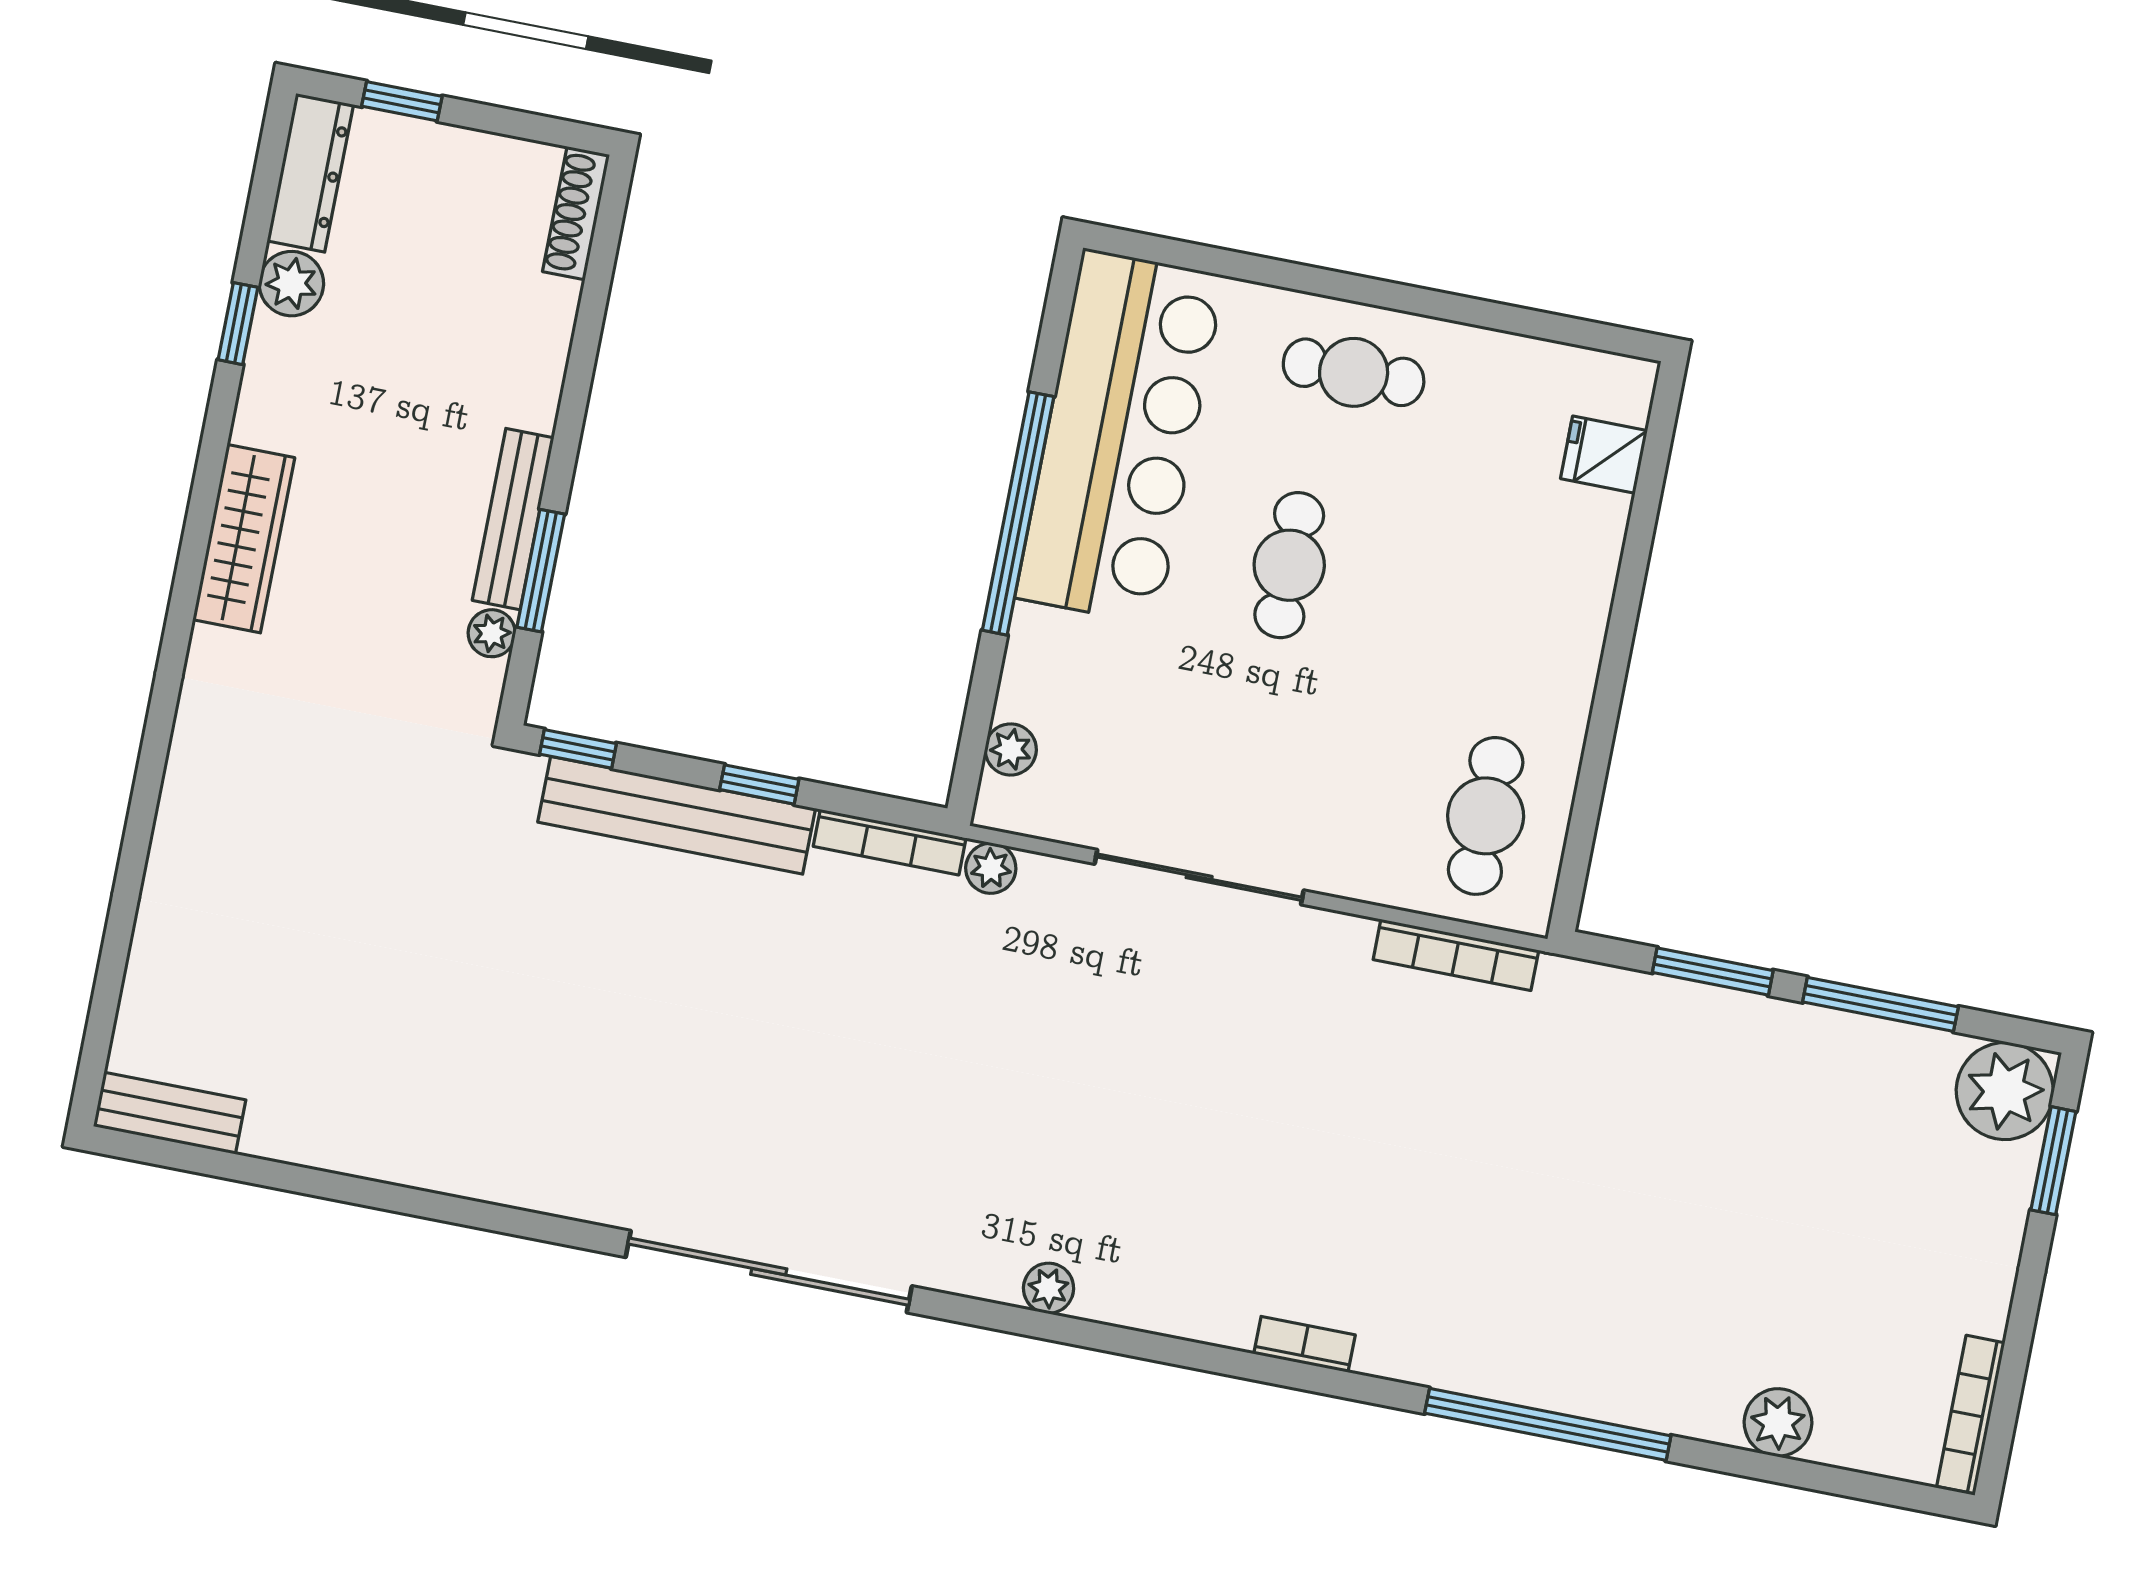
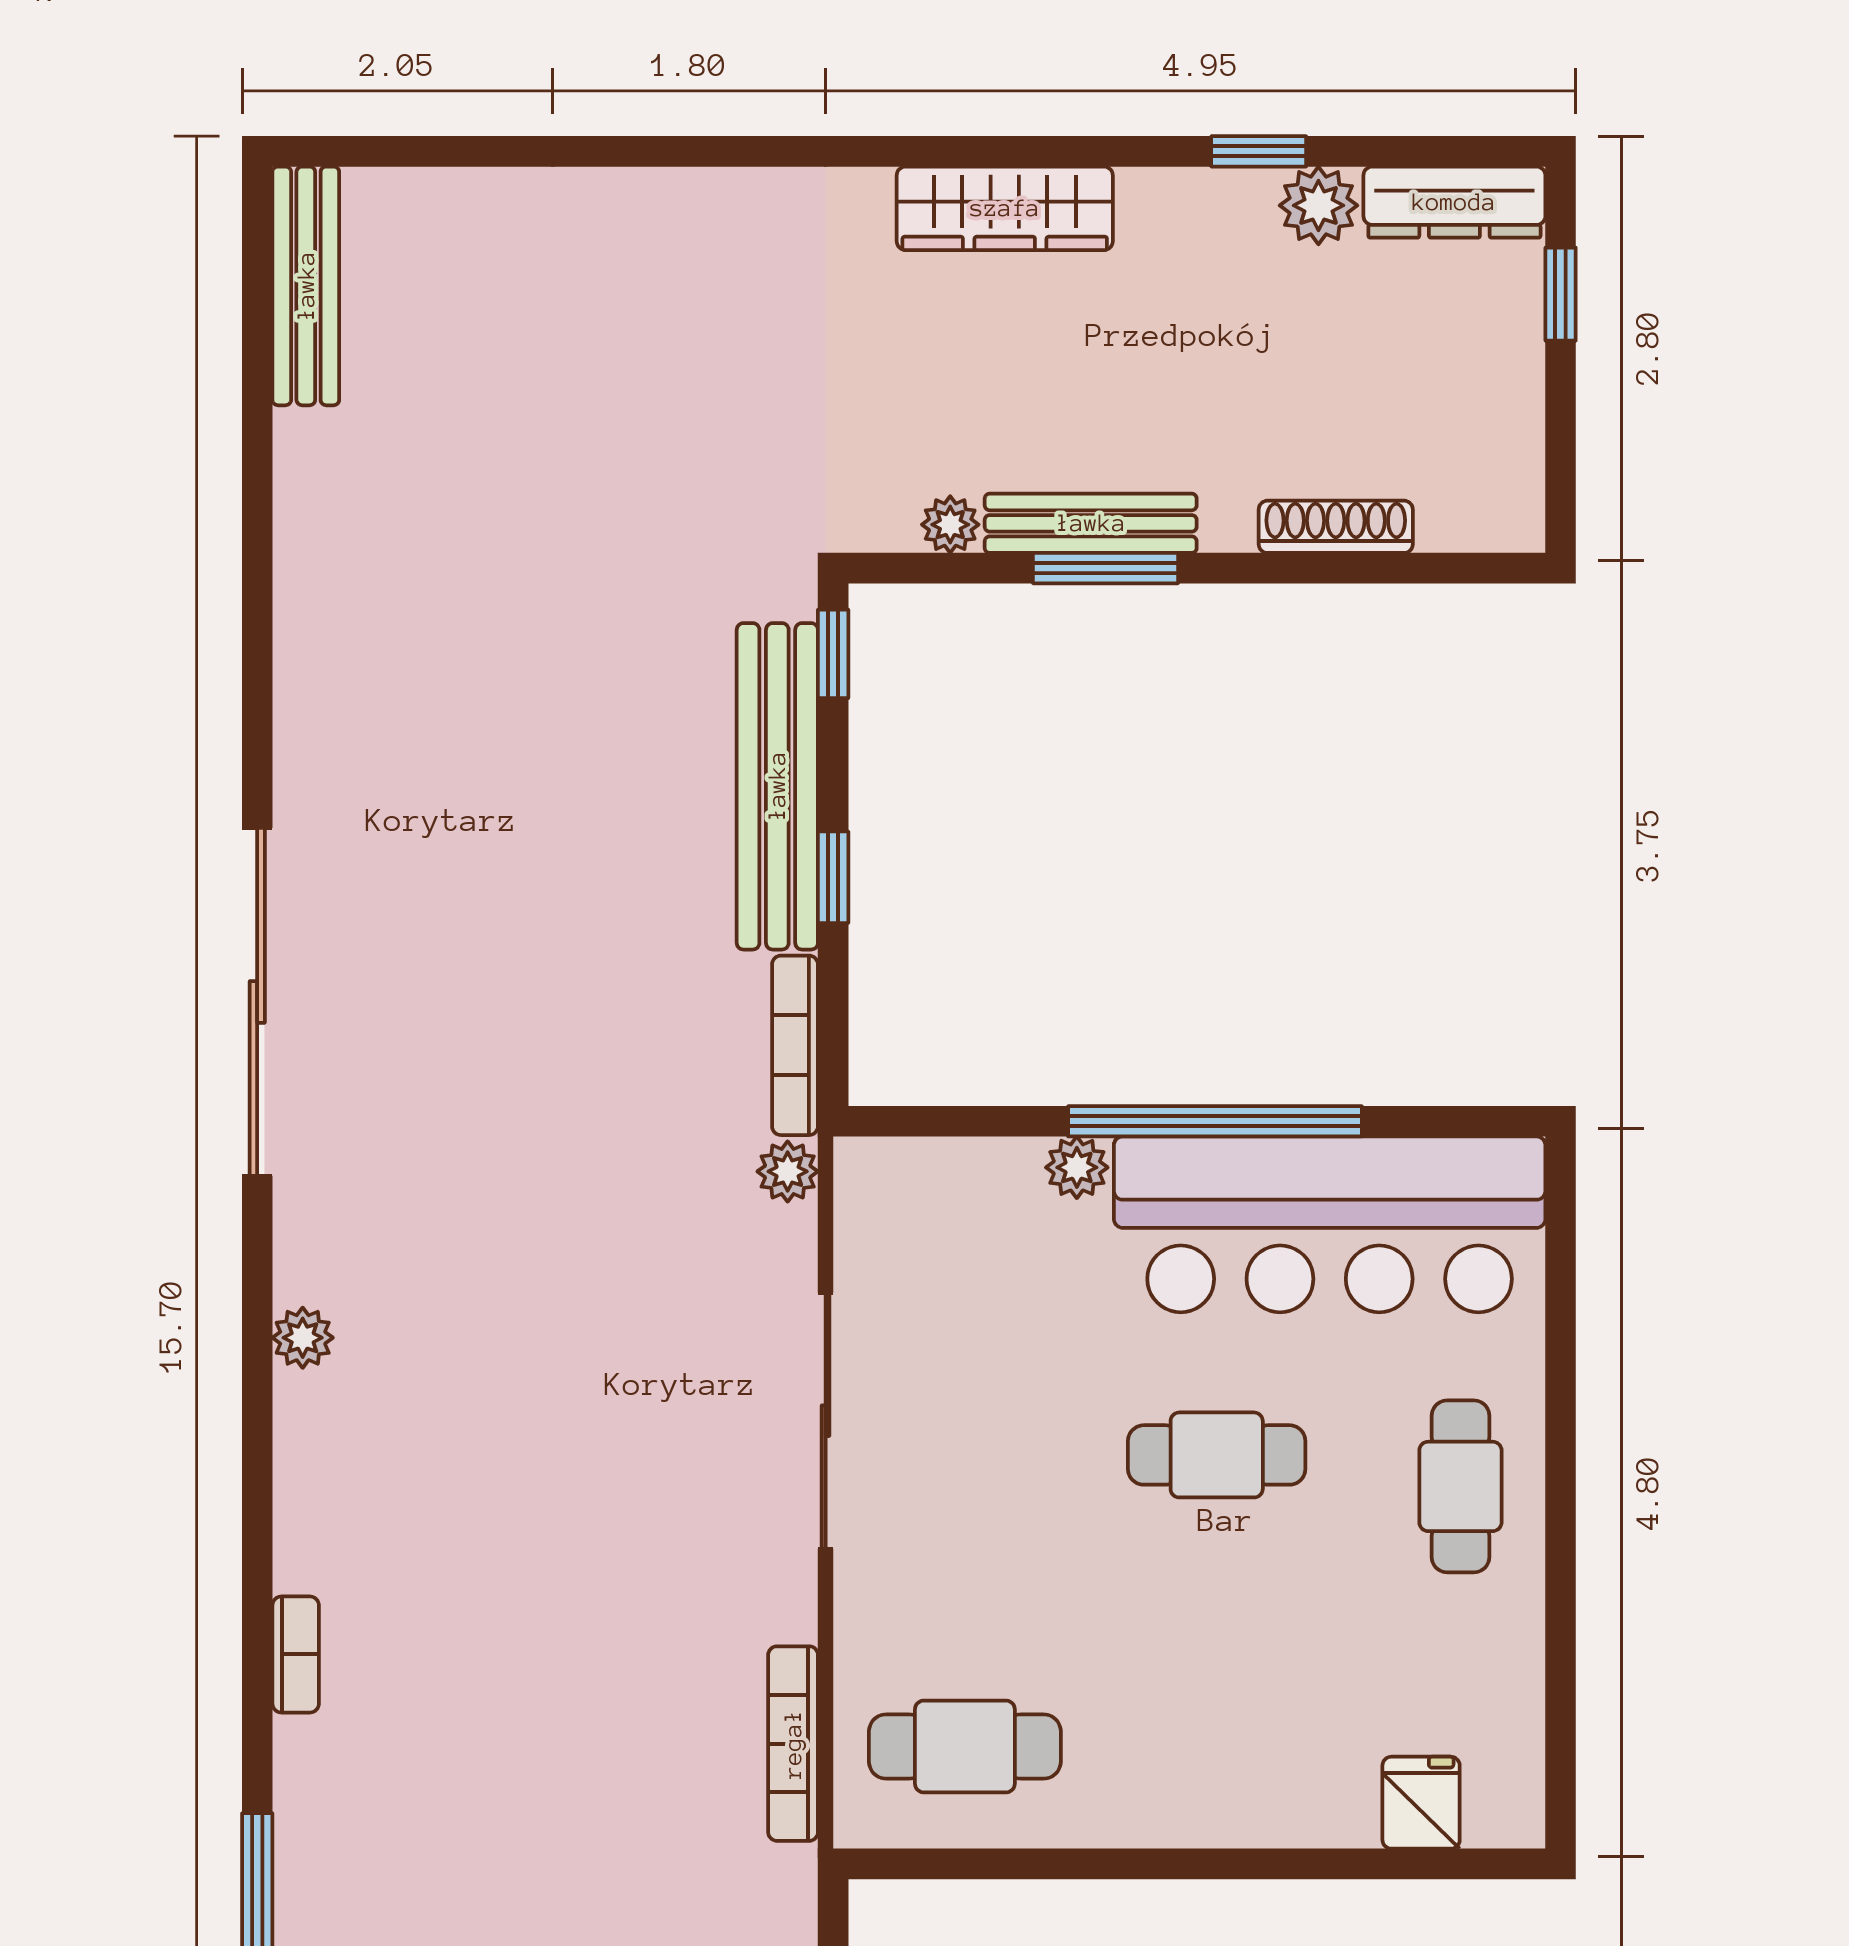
shoe rack: (576, 213) -> (1336, 527), moved
window: (541, 571) -> (1106, 568), moved
plant: (1011, 749) -> (1077, 1167), moved
bench: (170, 1113) -> (306, 286), width x1.36

